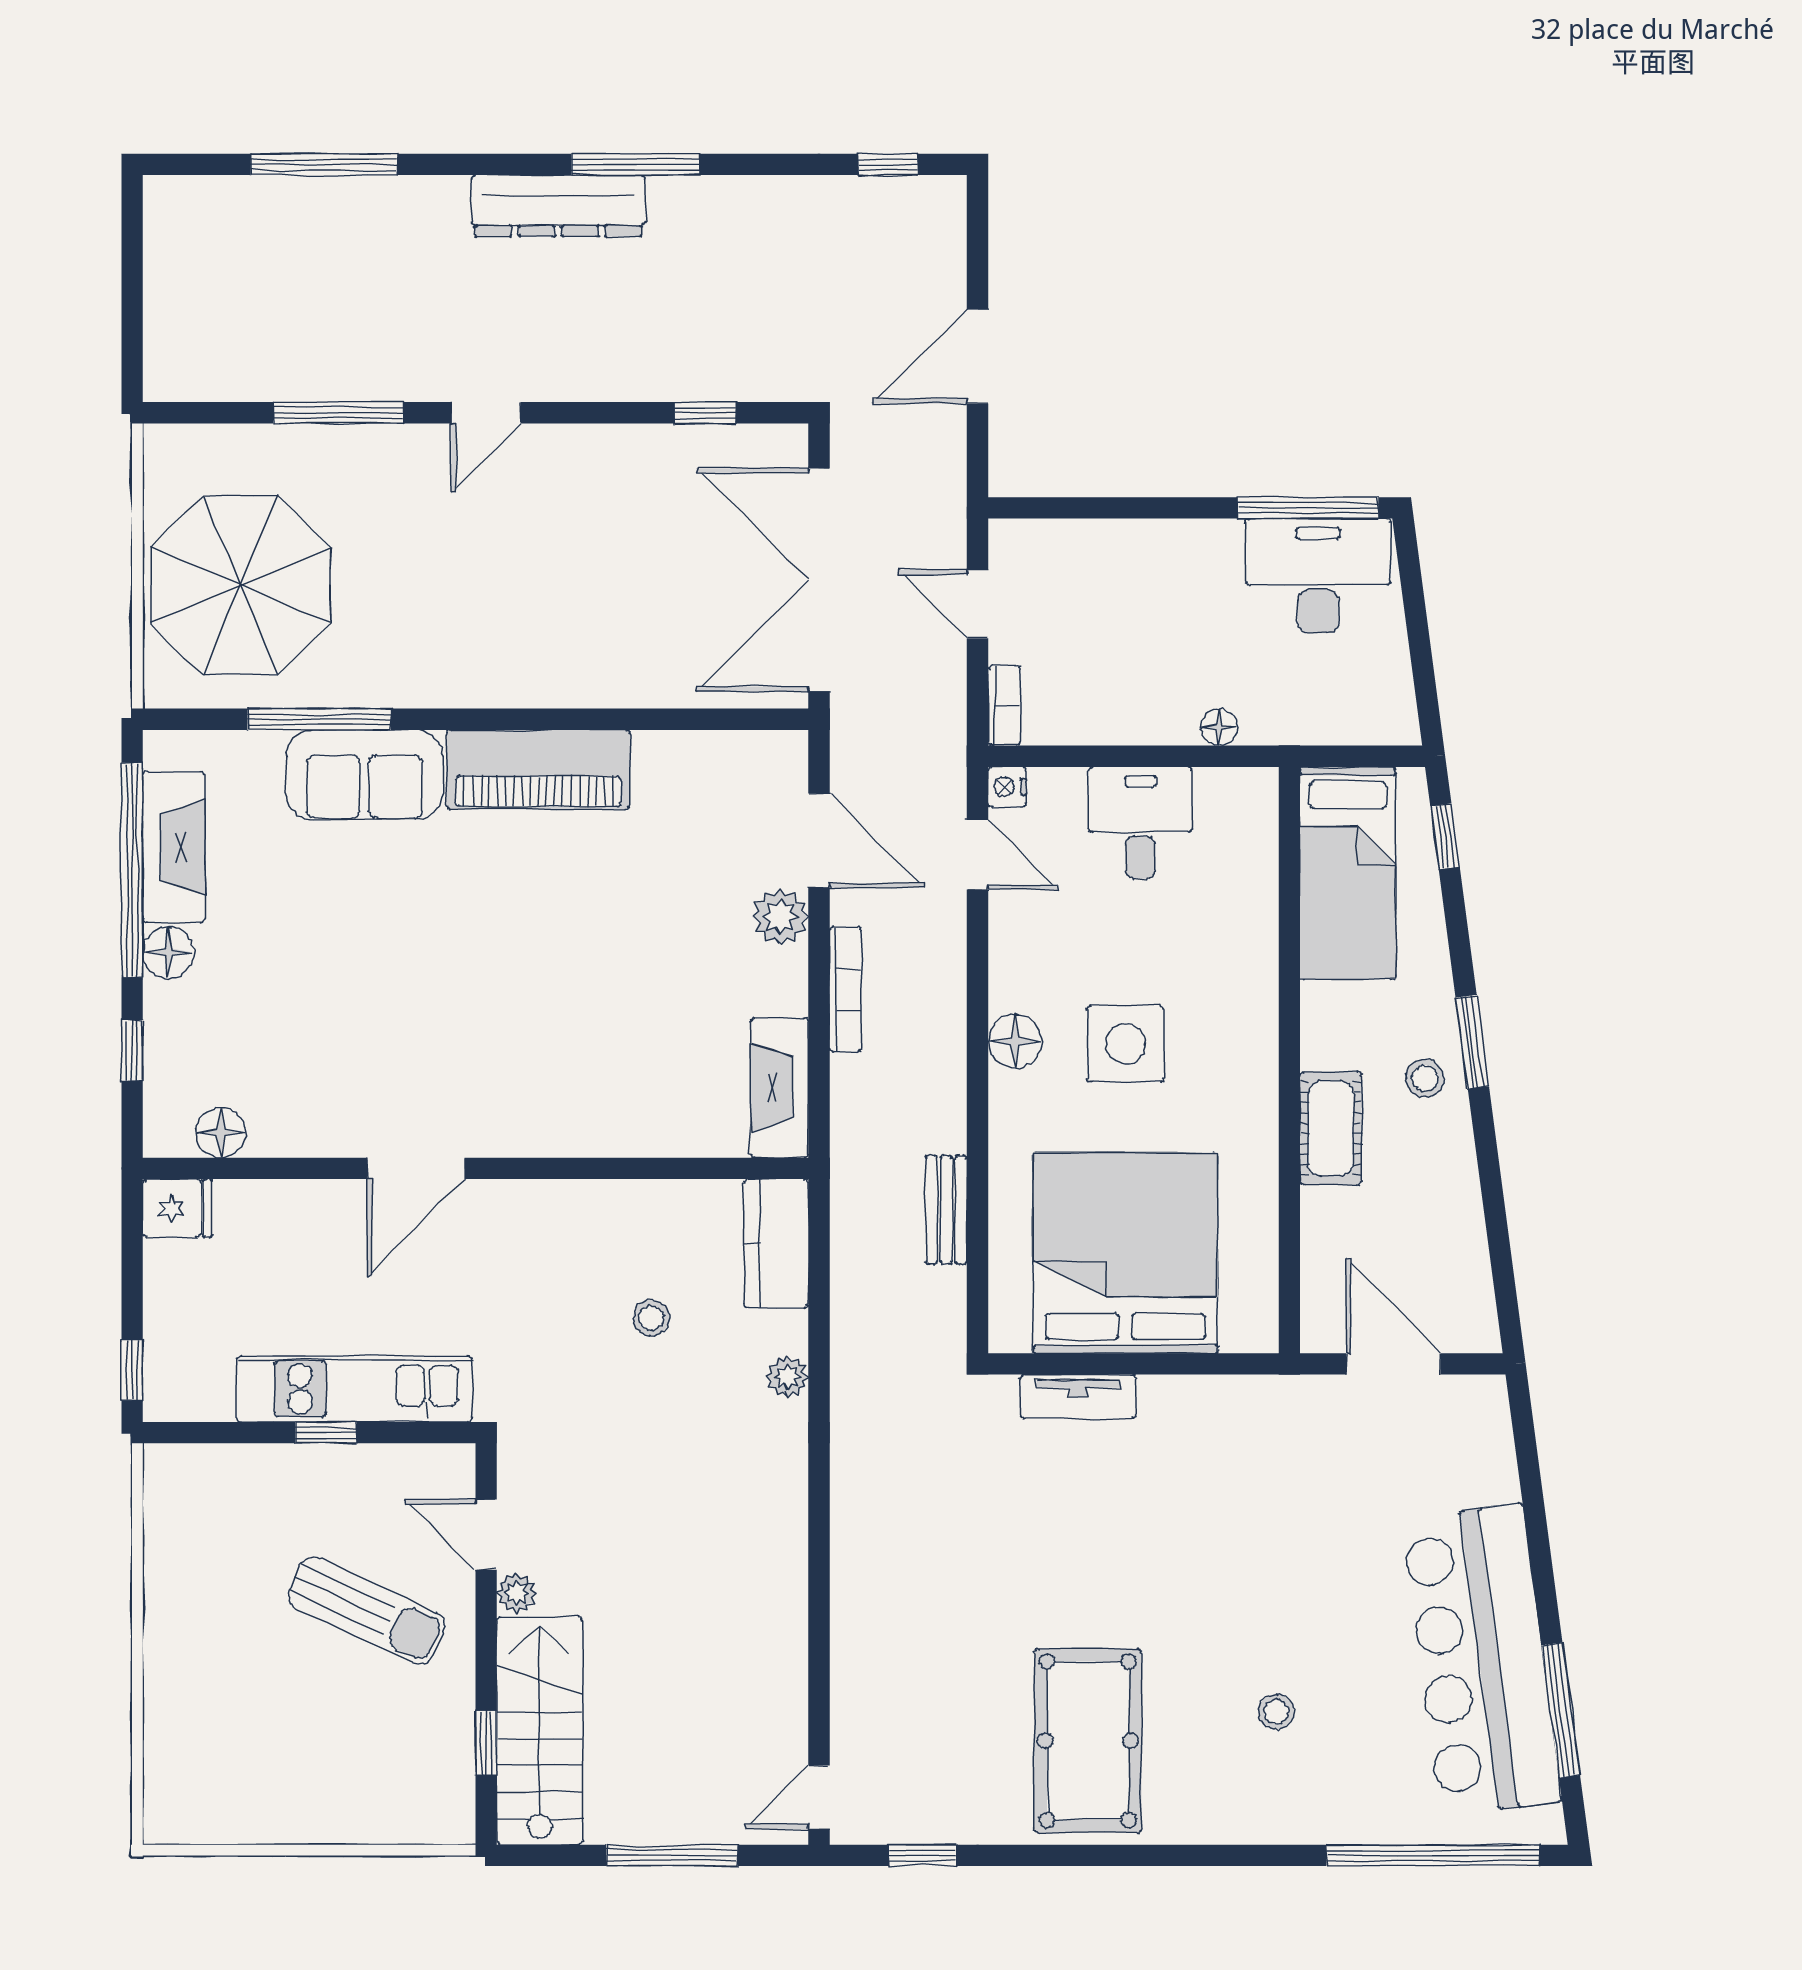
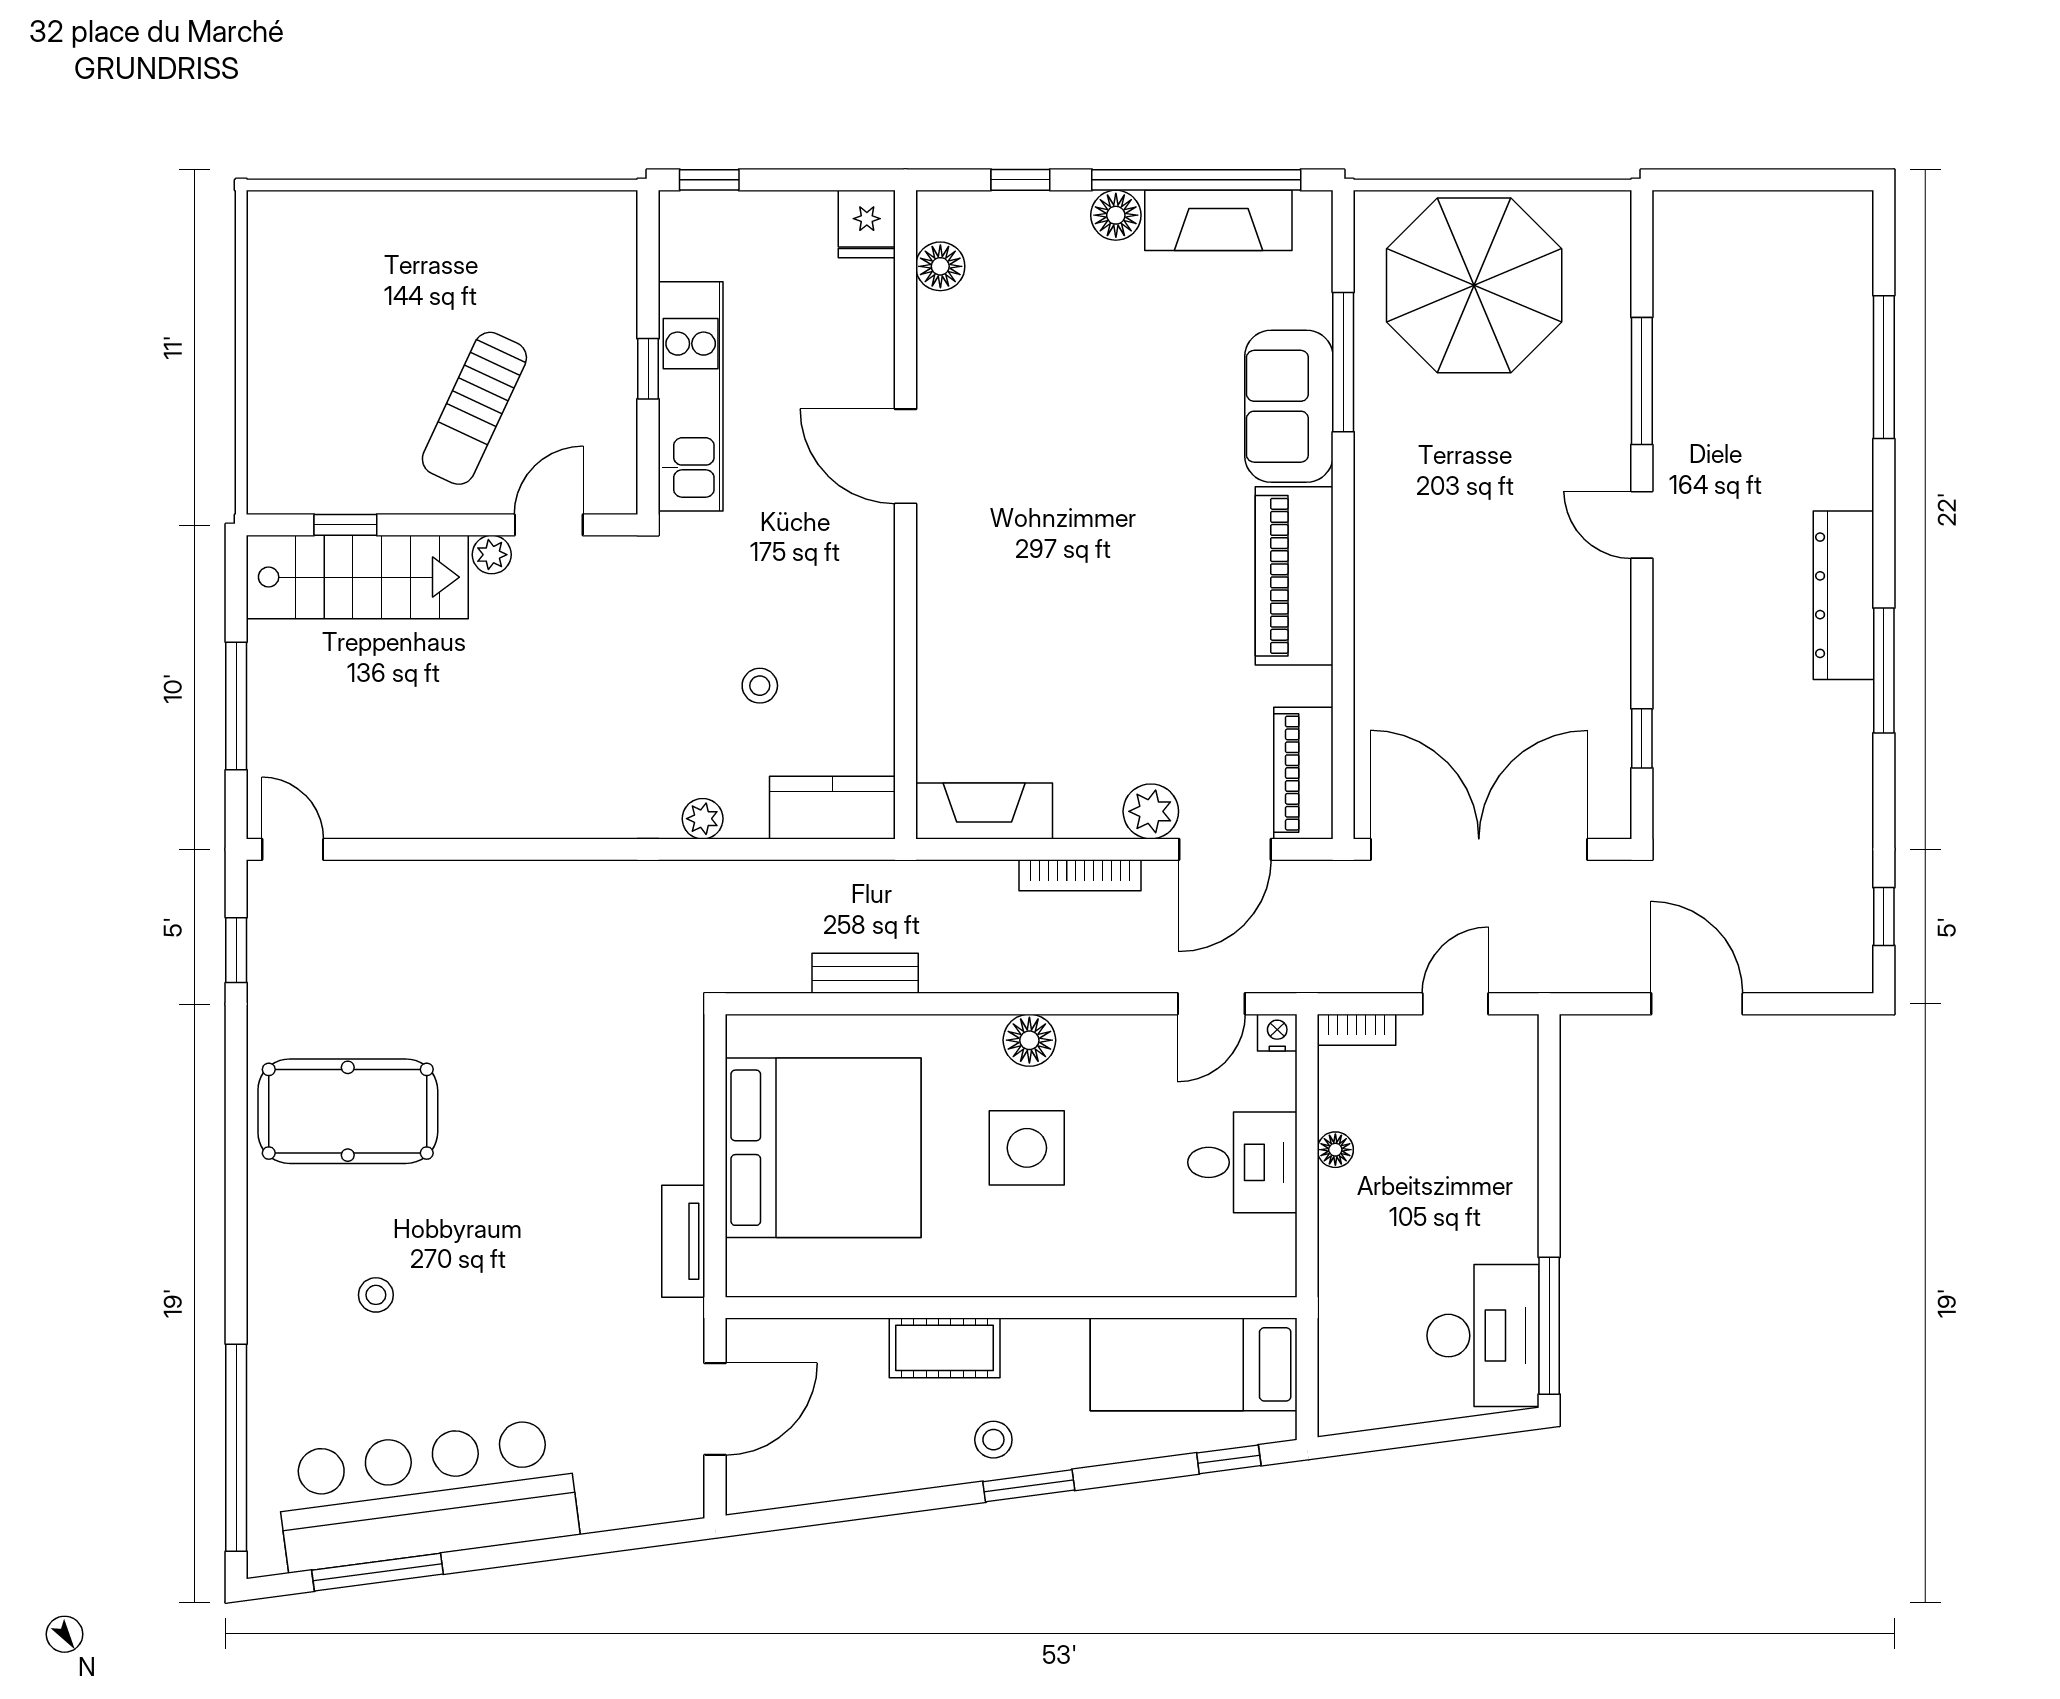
floor lamp: (1219, 727) -> (1335, 1150), moved
piano: (741, 760) -> (1303, 773), added
tv unit: (1078, 1396) -> (683, 1241), moved

